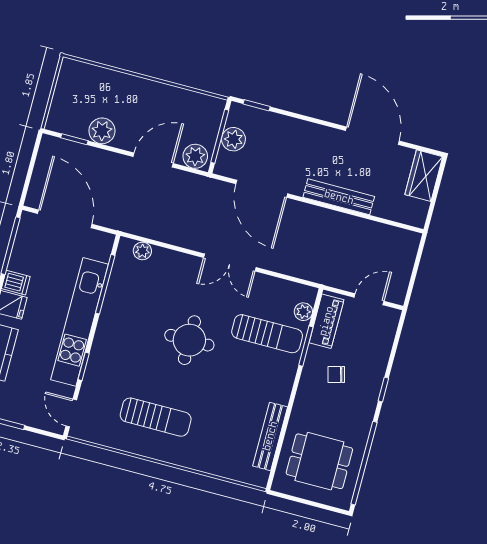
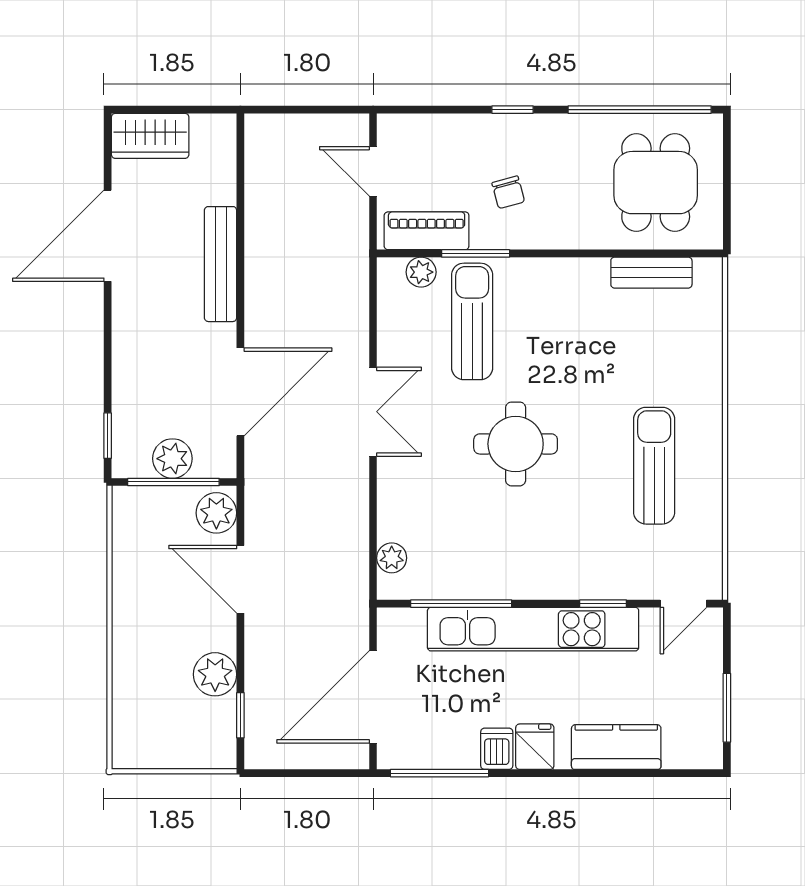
bench: (270, 436) -> (651, 273), width x0.73

